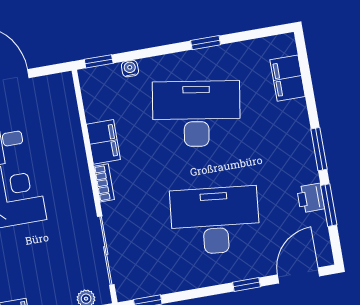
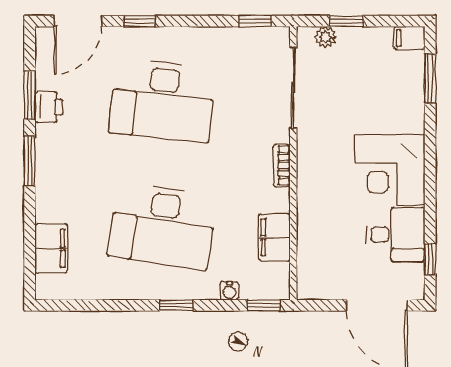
window: (206, 43) -> (177, 305), moved
filing cabinet: (103, 142) -> (274, 237), moved

